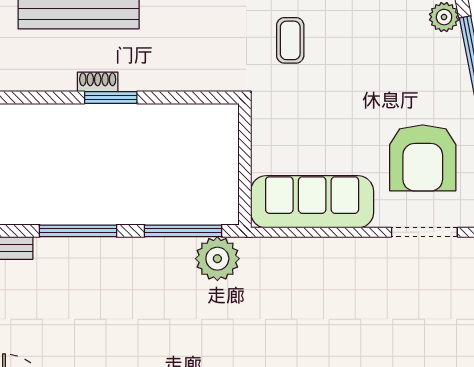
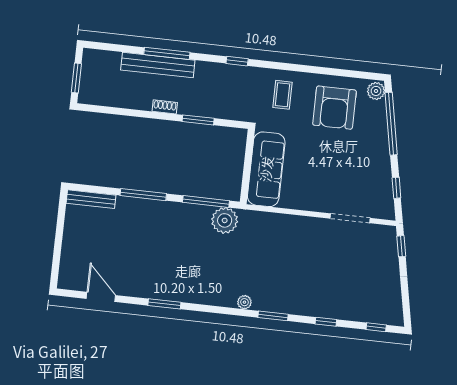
window: (111, 97) -> (198, 120), moved
armchair: (423, 158) -> (334, 108), moved
sofa: (312, 202) -> (266, 169), moved, turned 90

